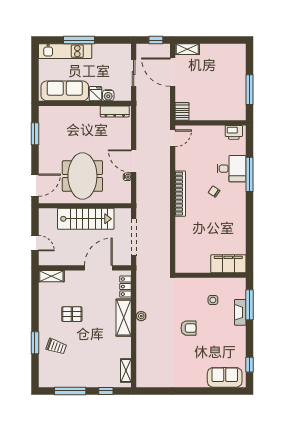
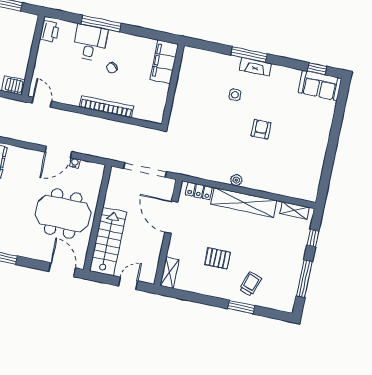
stairs: (86, 219) -> (108, 242), moved
filing cabinet: (228, 264) -> (164, 62), moved
wall: (210, 275) -> (173, 85), moved
pallet: (72, 314) -> (218, 258), turned 90
shelving: (124, 318) -> (244, 202), width x1.47
sofa: (225, 377) -> (320, 85), moved, turned -90

